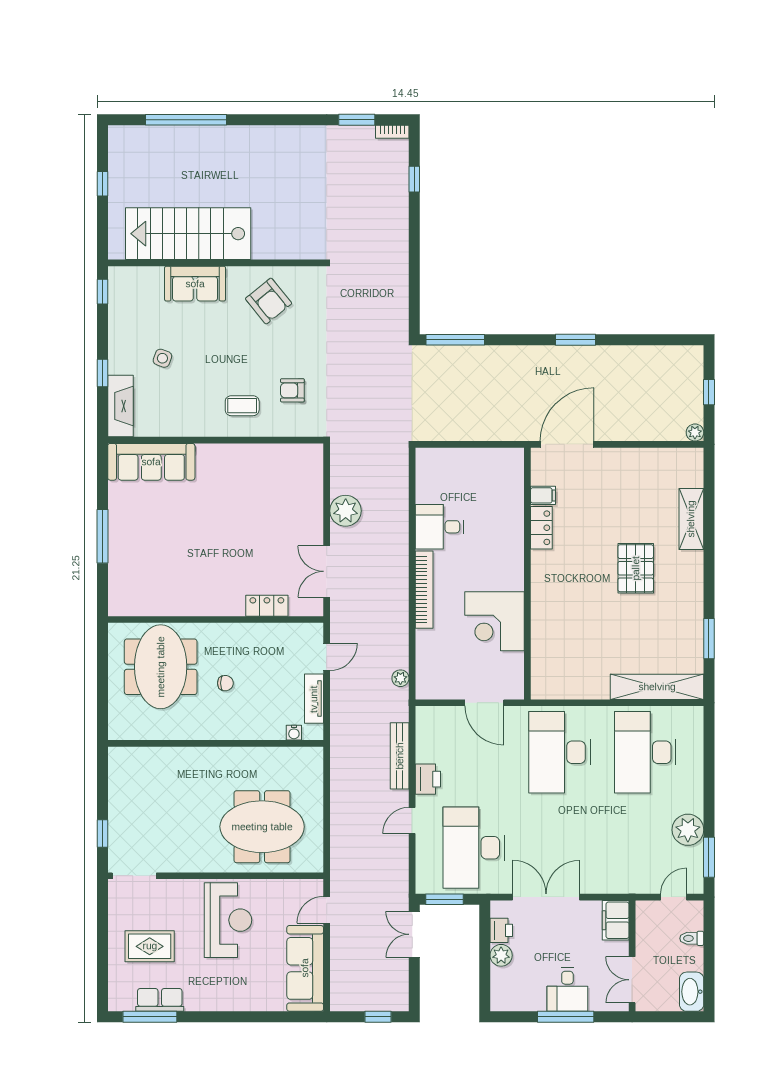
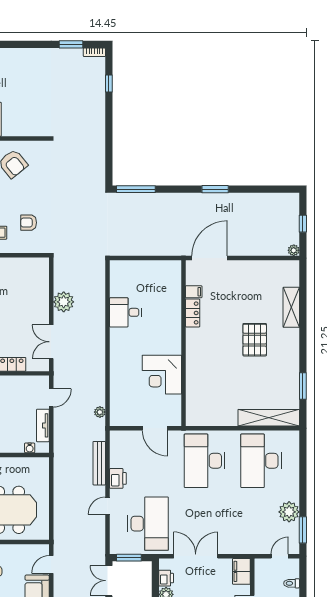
bookcase: (424, 590) -> (115, 354), removed
desk: (474, 848) -> (148, 524), turned 180

